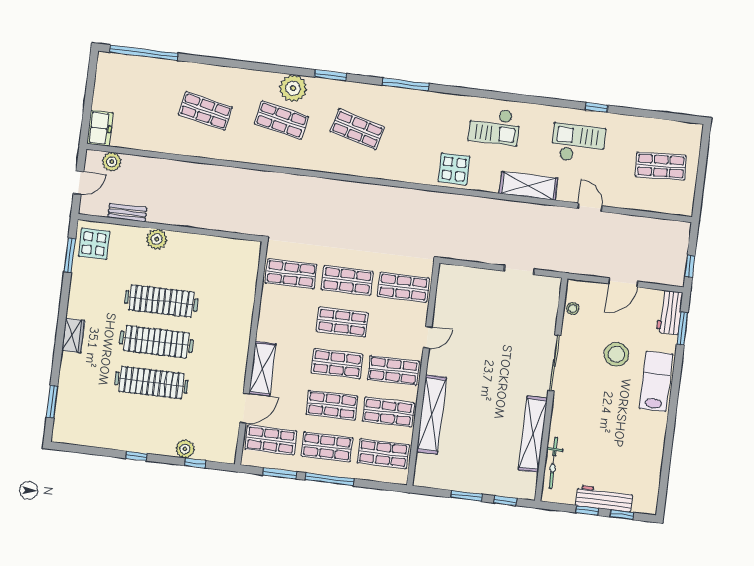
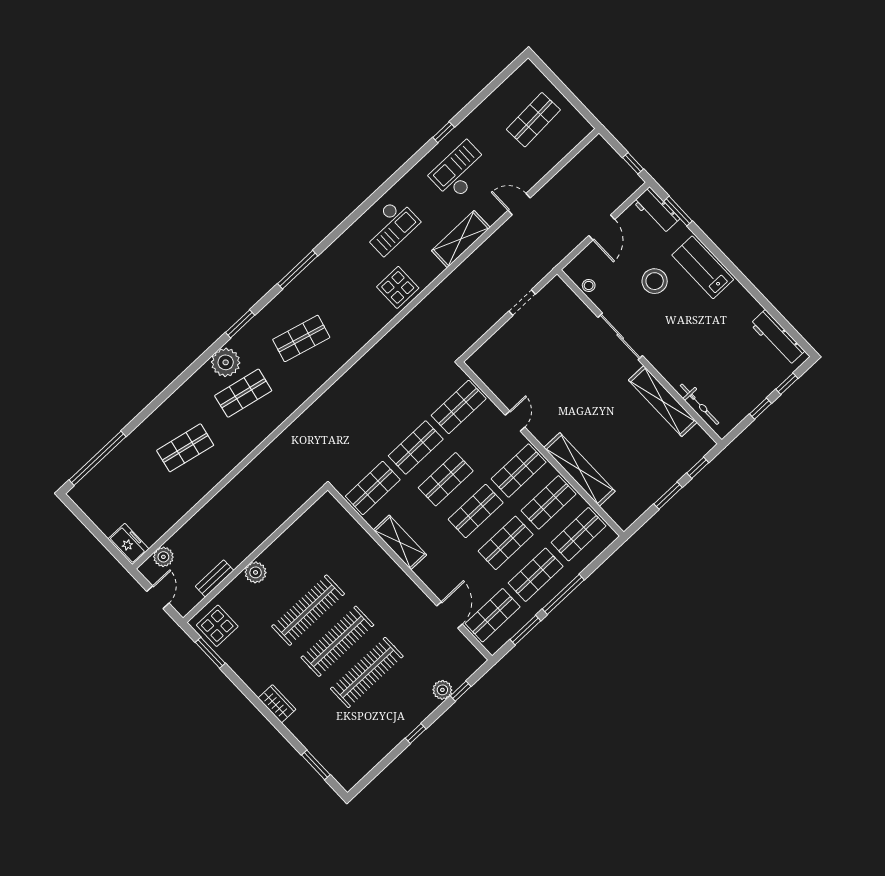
shelving: (262, 369) -> (400, 542), moved
workbench: (604, 499) -> (777, 338), moved, turned -90

